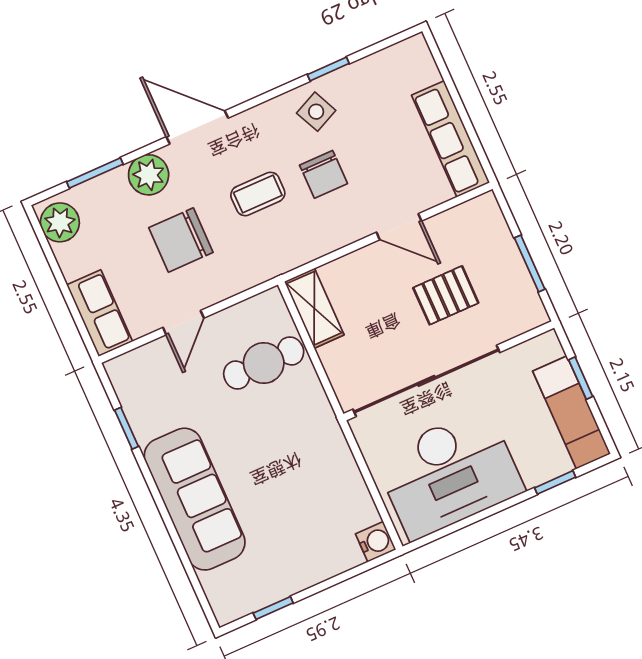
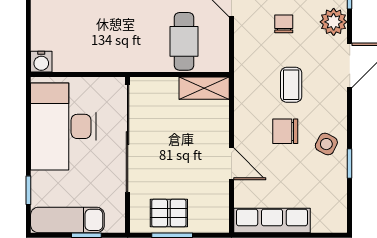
side table: (316, 112) -> (326, 144), turned -38
door: (399, 227) -> (231, 164), swing flipped
chair: (181, 240) -> (284, 24), width x0.54, depth x0.54
pallet: (446, 295) -> (169, 213), moved, turned 90

